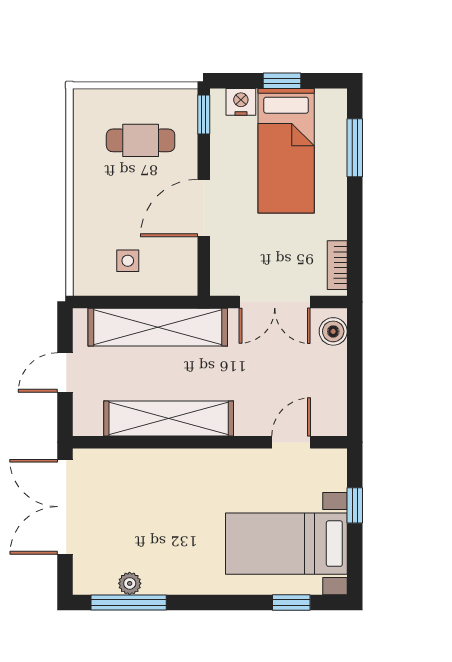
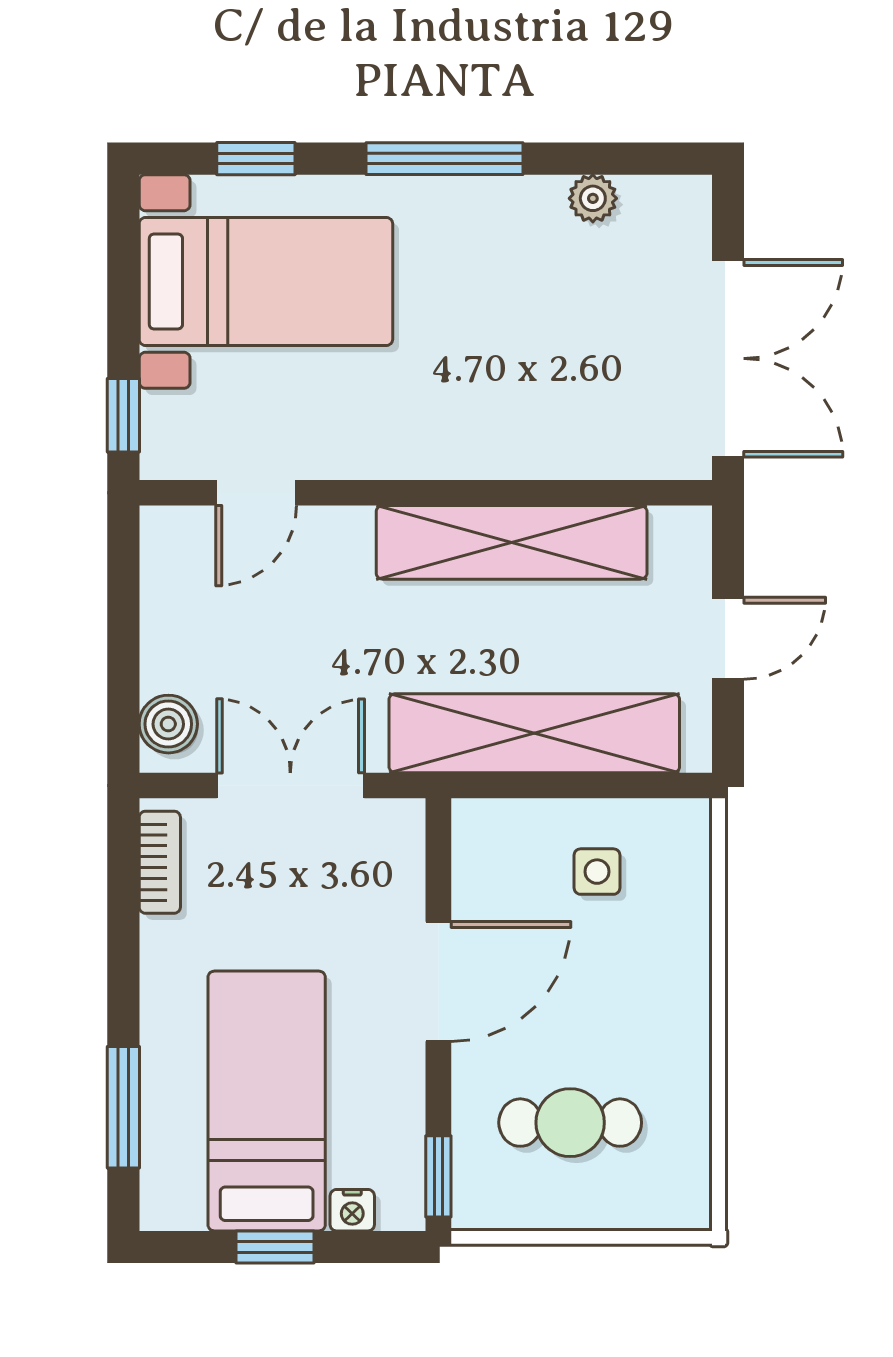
nightstand: (241, 102) -> (352, 1210), width x0.72, depth x0.74
window: (355, 505) -> (123, 415), moved
window: (129, 602) -> (445, 159), moved

